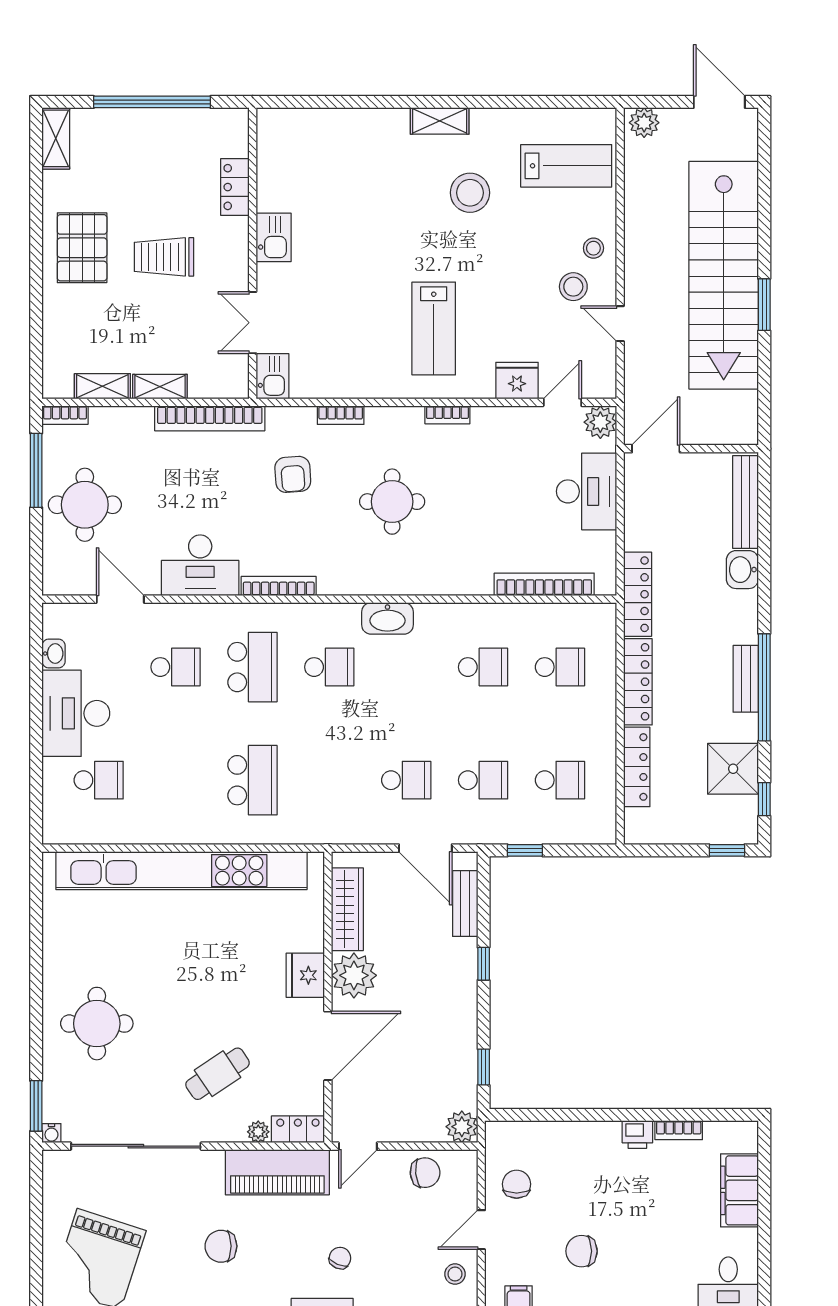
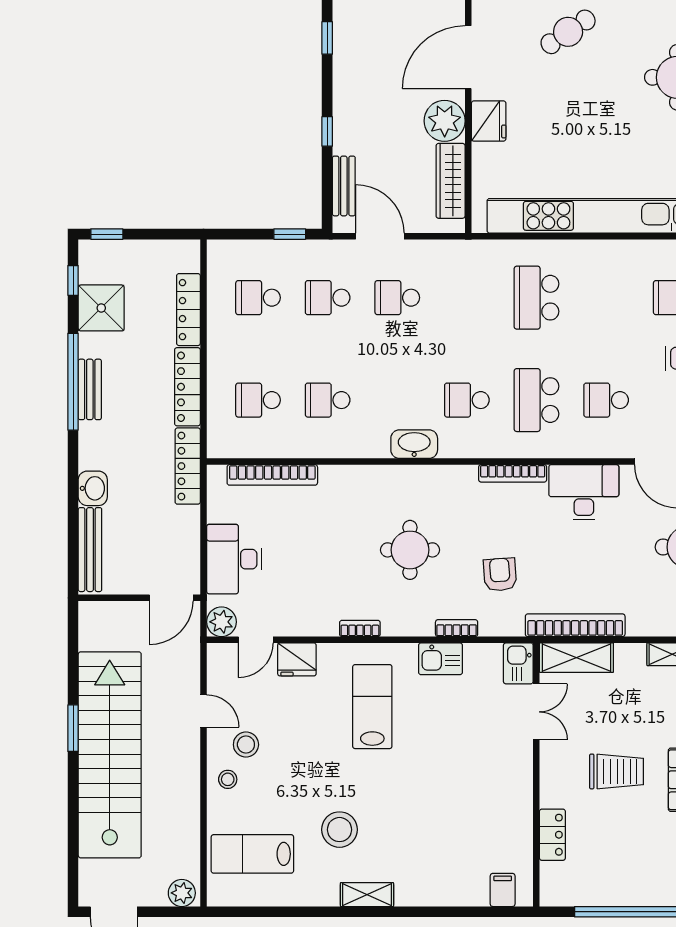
filing cabinet: (290, 126) -> (503, 890), added
kitchen sink: (274, 237) -> (440, 659), moved, turned -90
shelving: (160, 387) -> (576, 658), moved, width x1.50, depth x1.33

